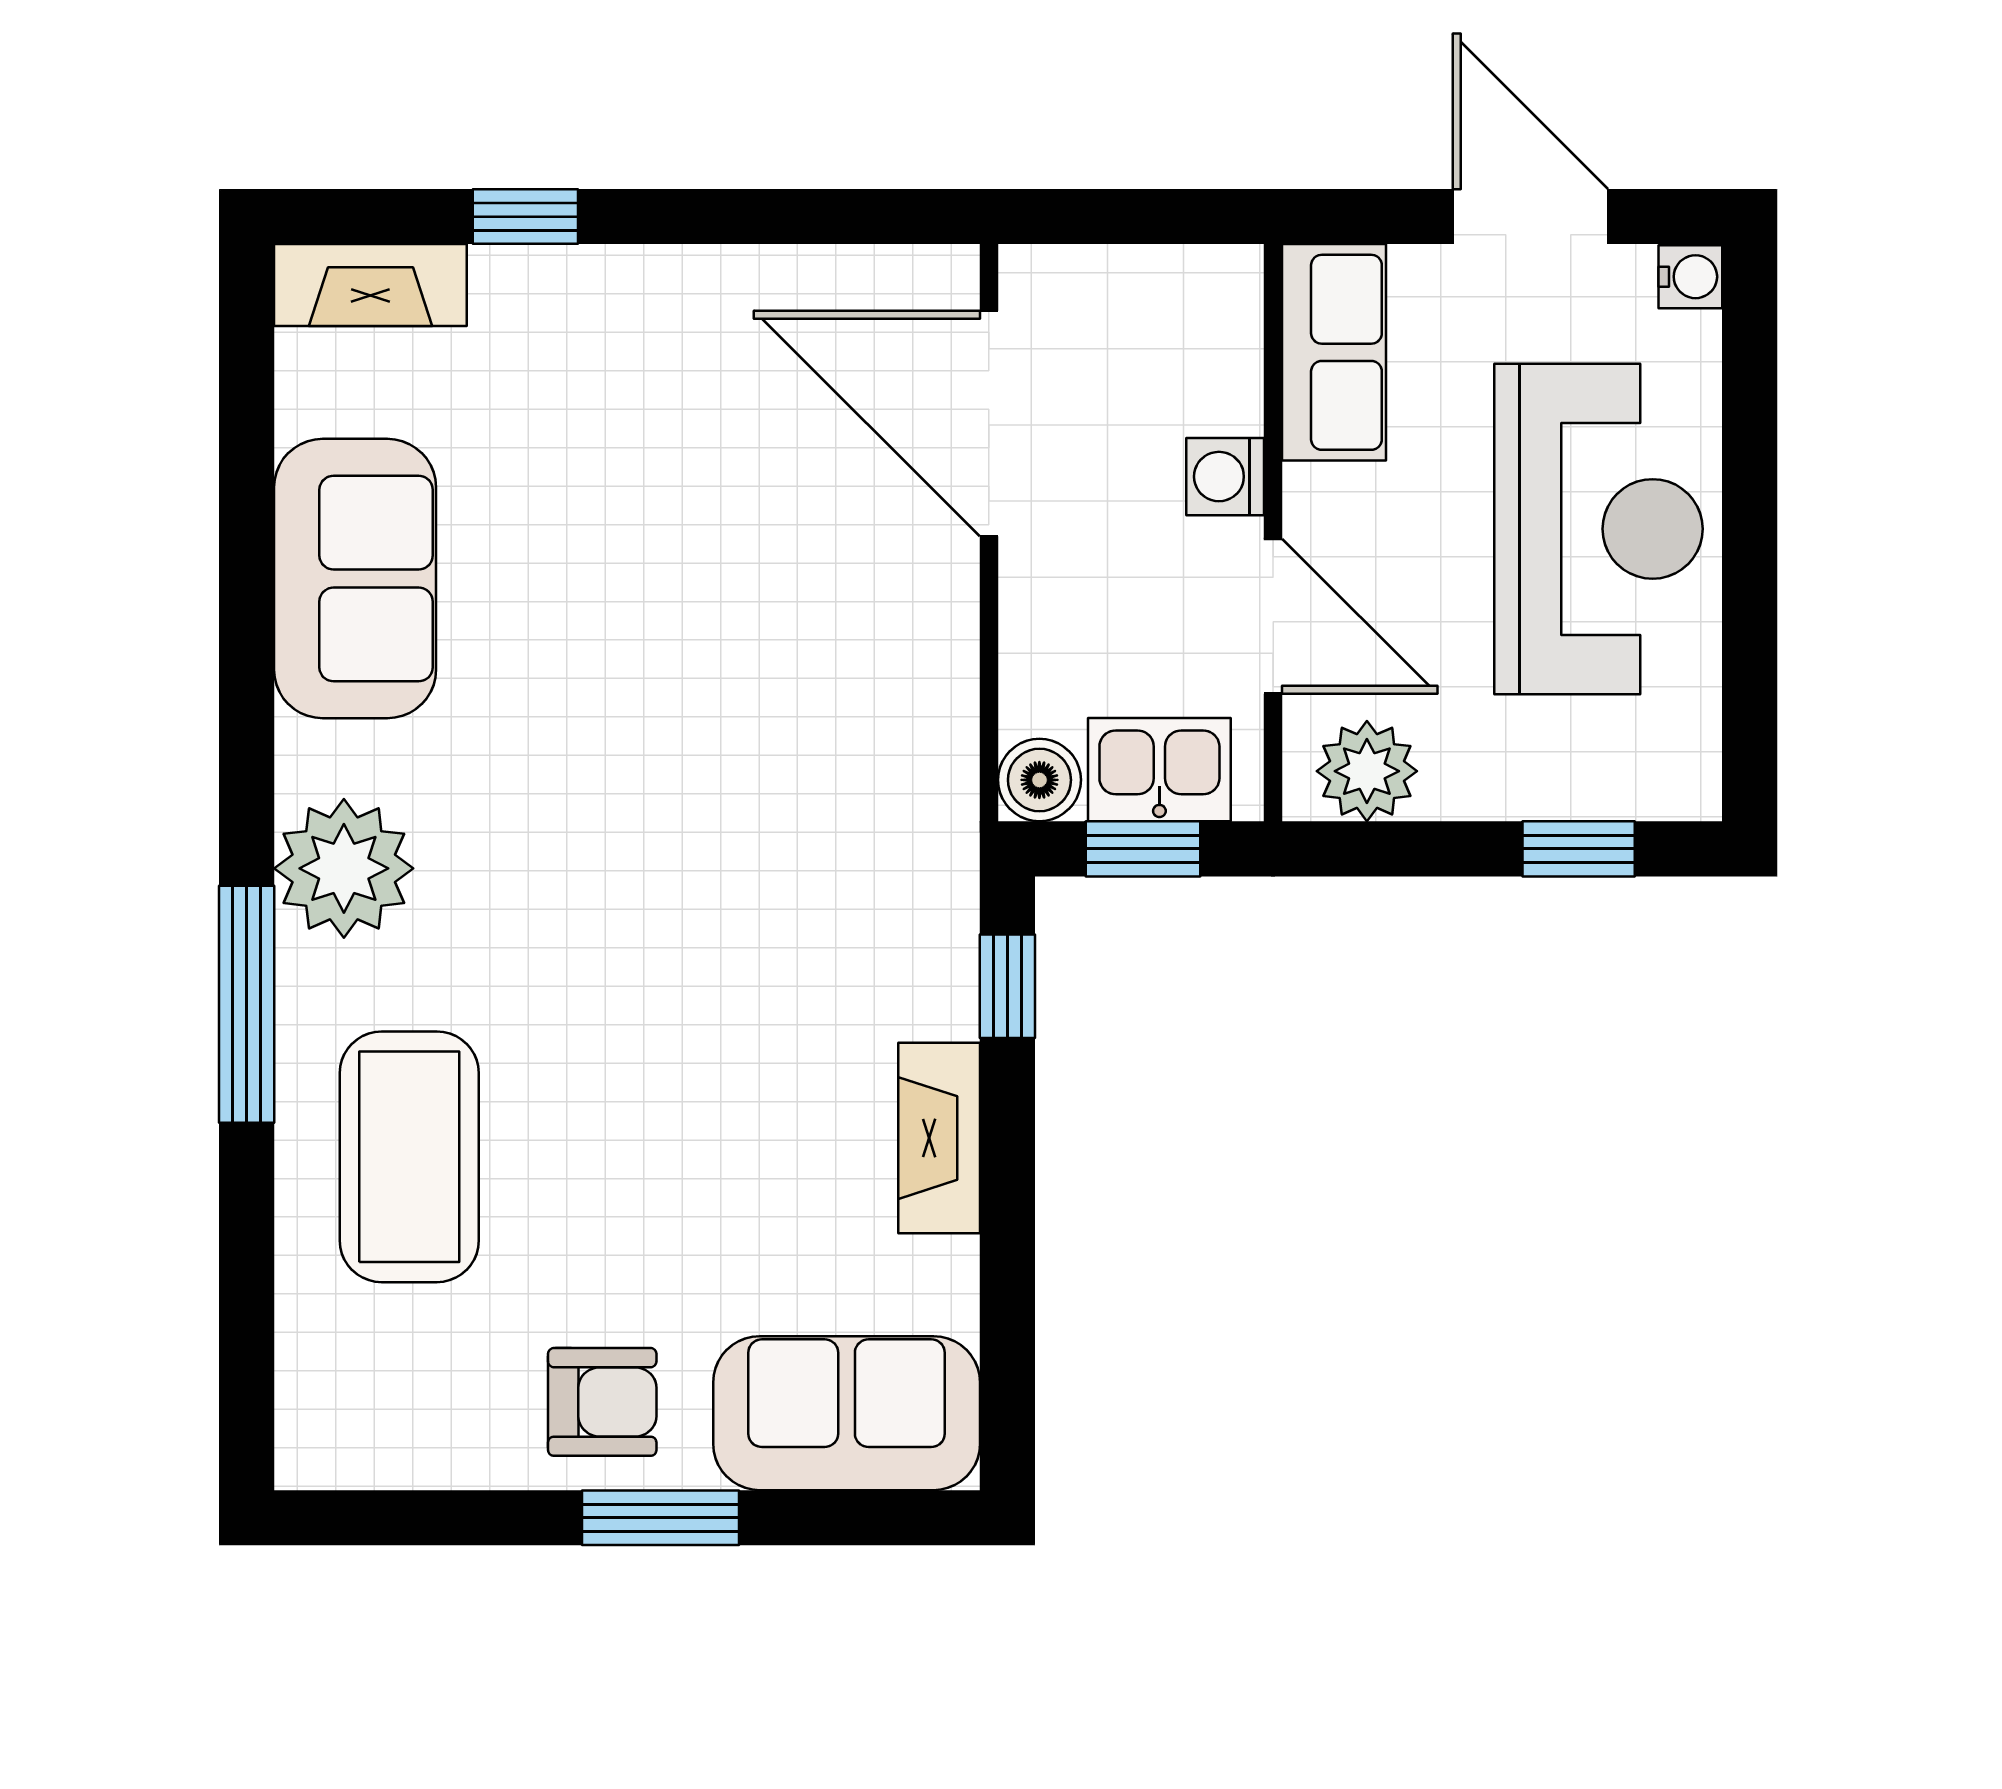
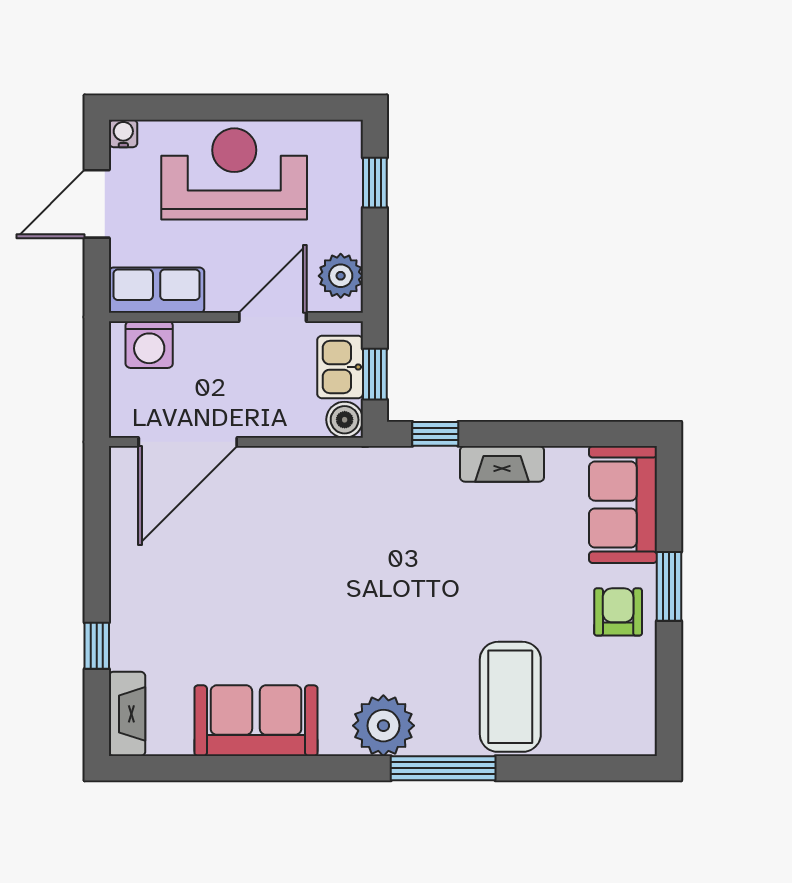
washing machine: (1225, 477) -> (149, 345), moved, width x1.38, depth x1.38
coffee table: (409, 1157) -> (510, 697), turned 90

